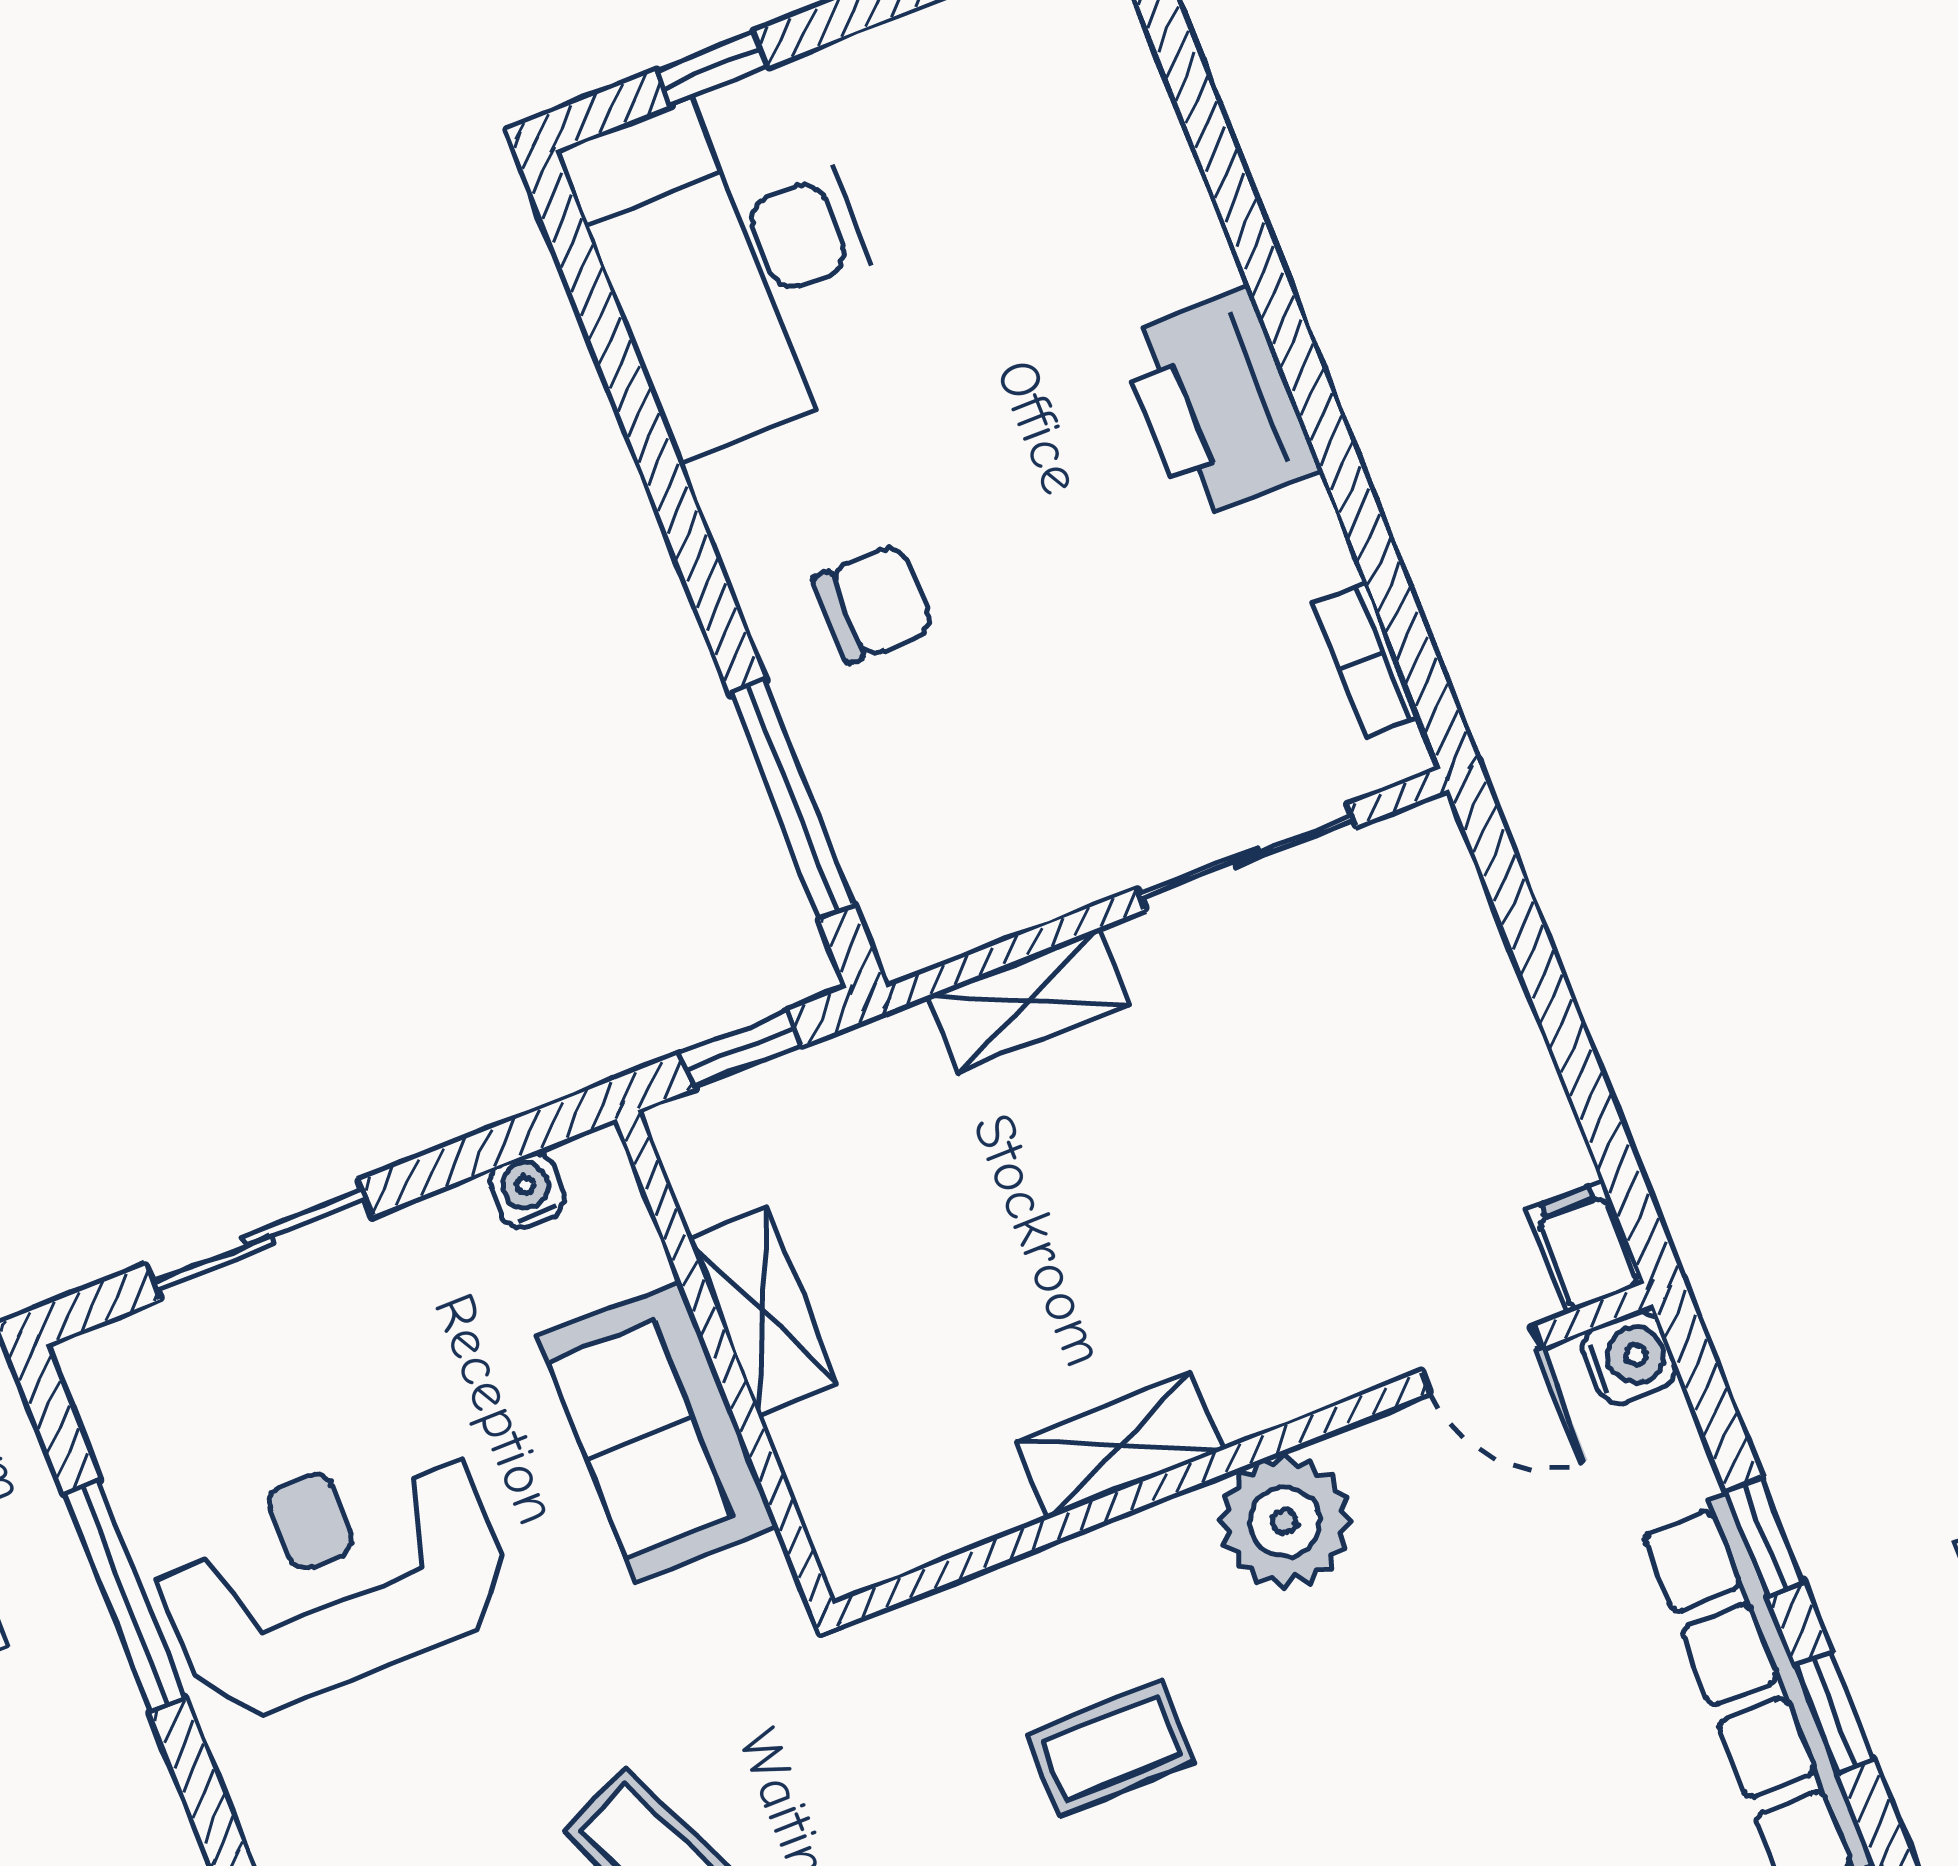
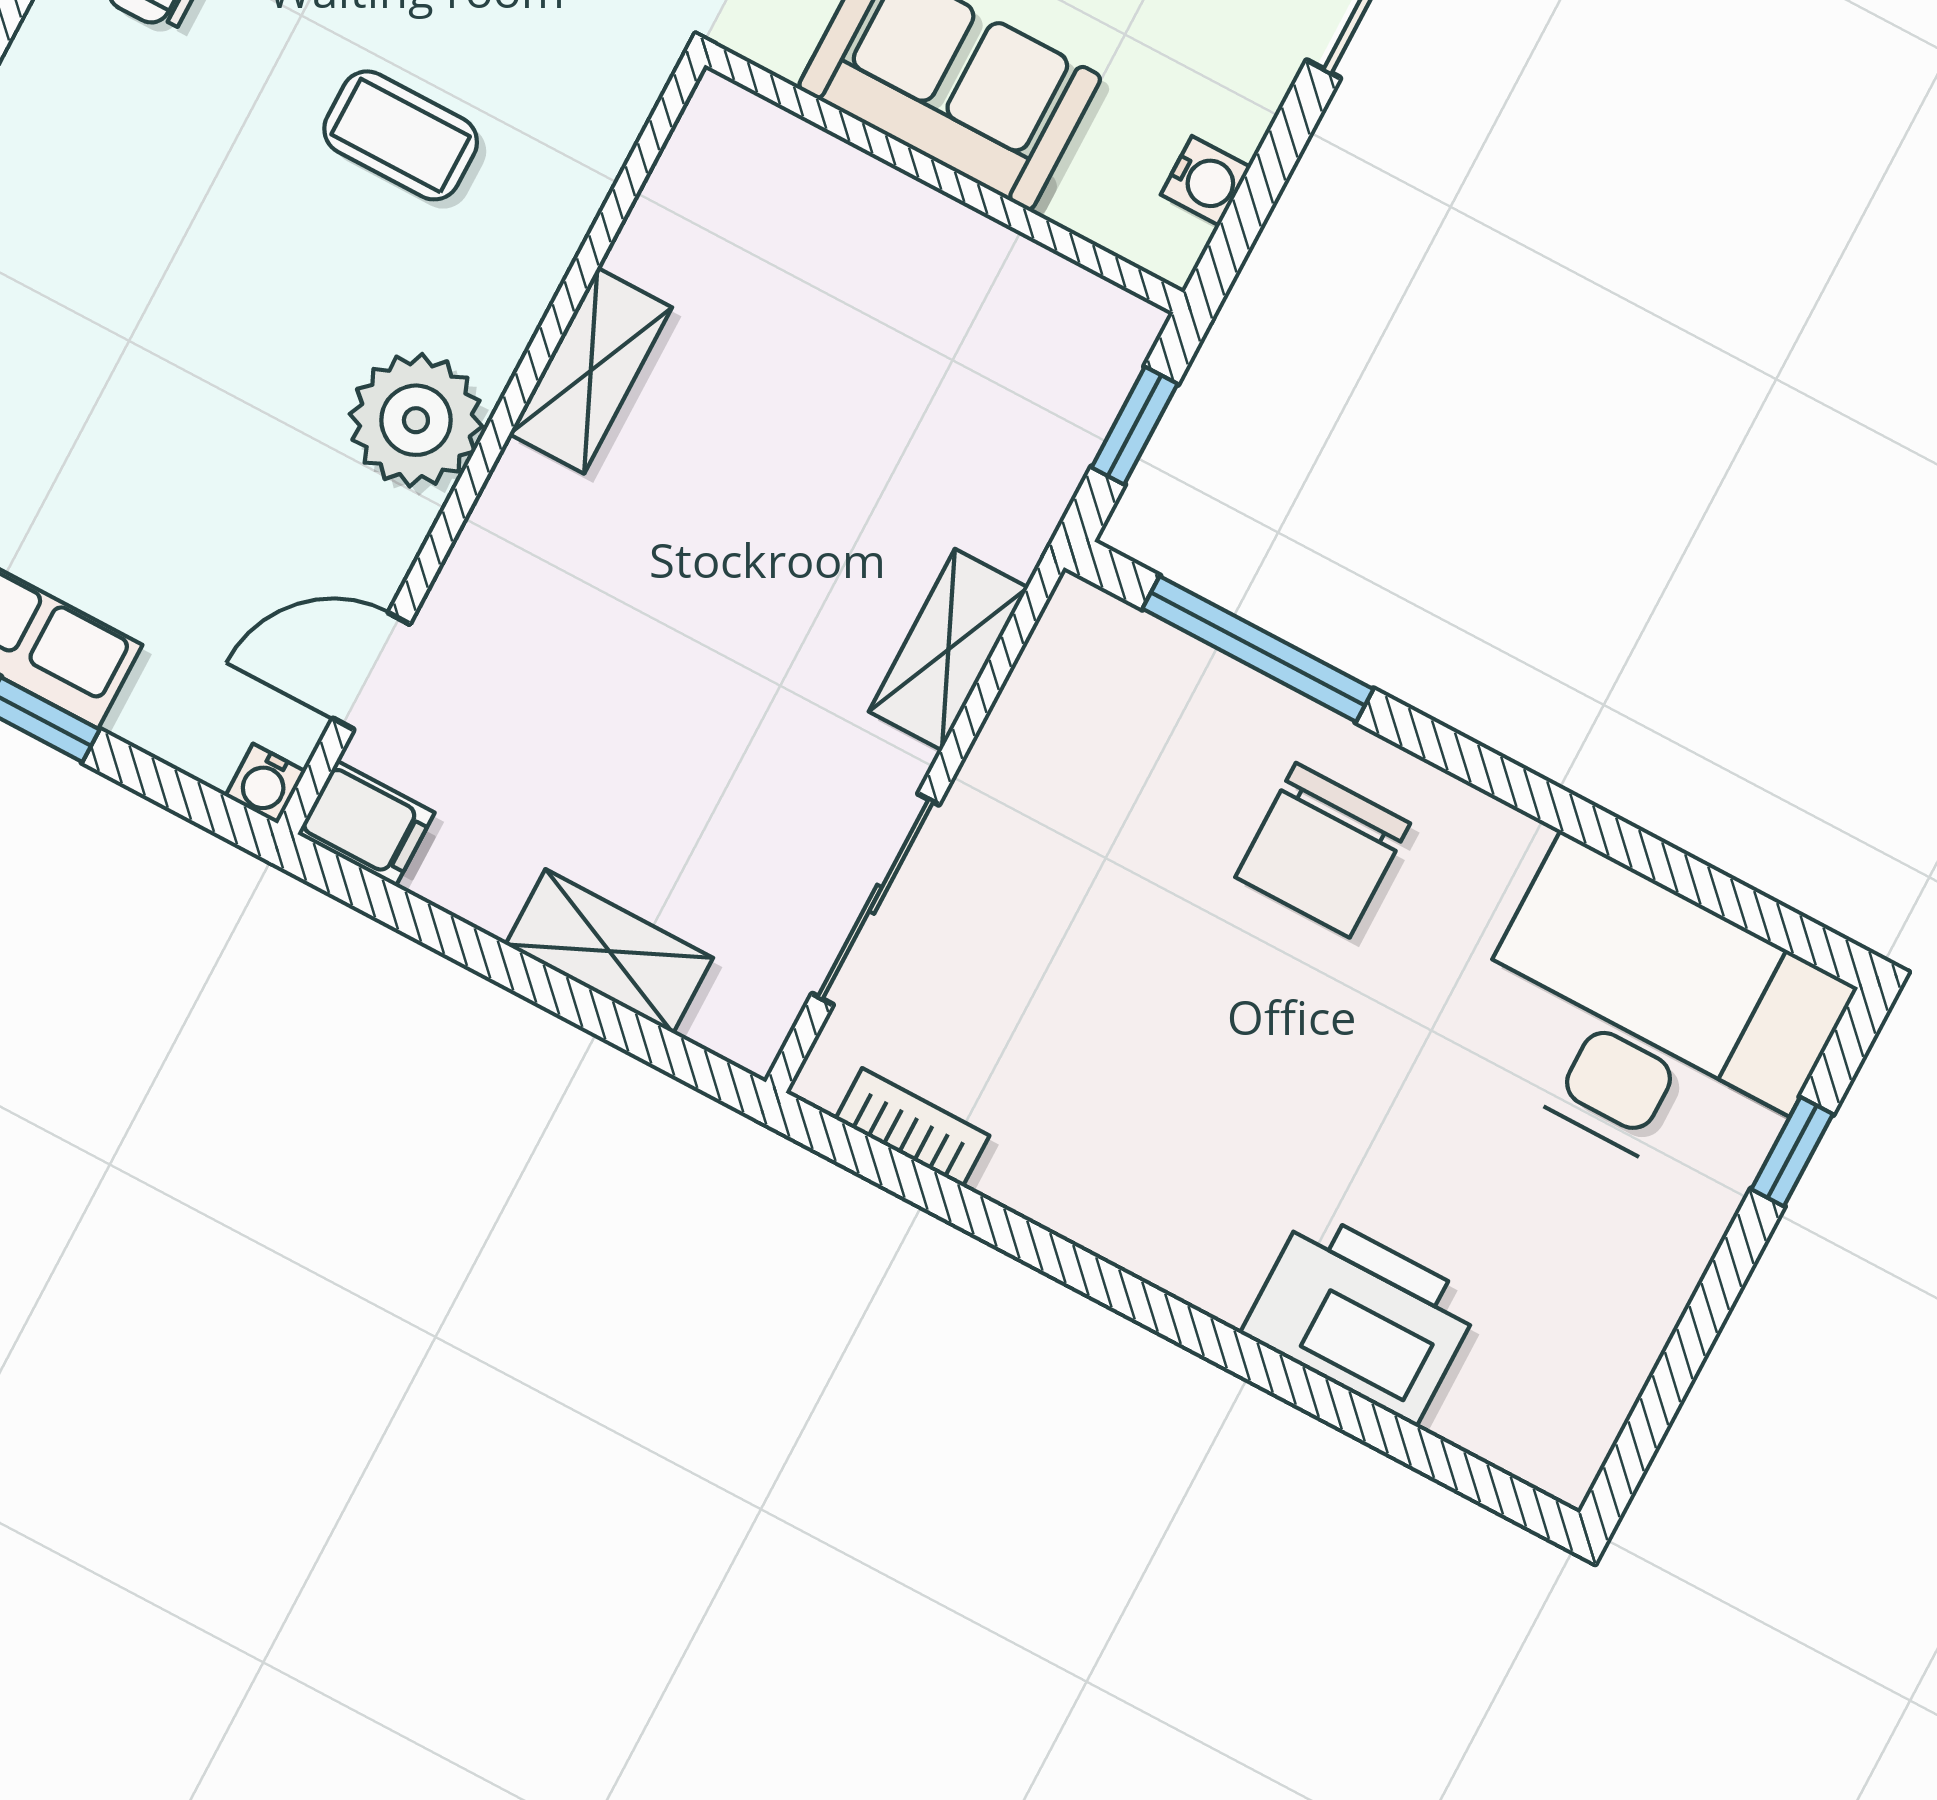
printer: (1219, 404) -> (1362, 1316), moved
chair: (874, 604) -> (1323, 850), width x1.37, depth x1.37
shelving: (763, 1311) -> (609, 951), moved
water cooler: (1630, 1357) -> (265, 784), width x0.72, depth x0.72
coffee table: (1111, 1748) -> (401, 135), turned 90

